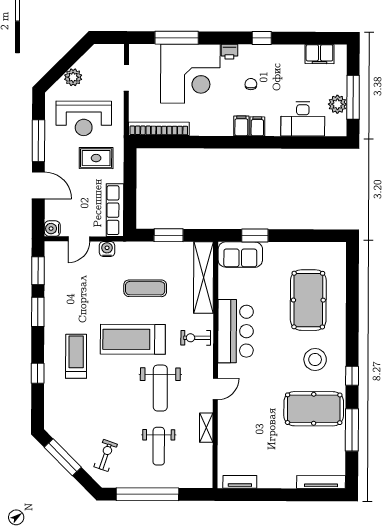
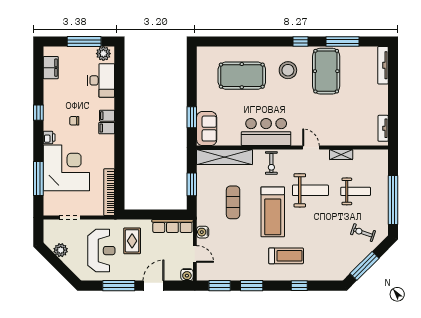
plant: (73, 77) -> (61, 250), moved
plant: (337, 104) -> (103, 54), moved
treadmill: (76, 356) -> (286, 256), turned 180

